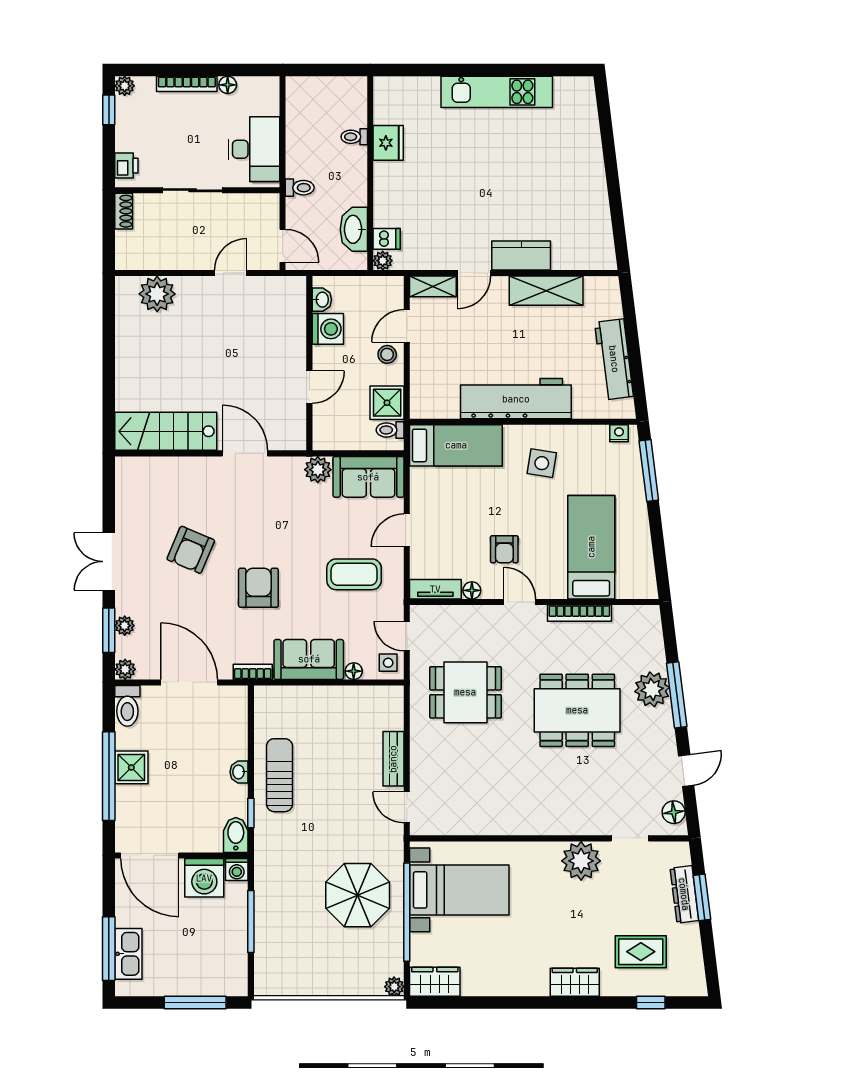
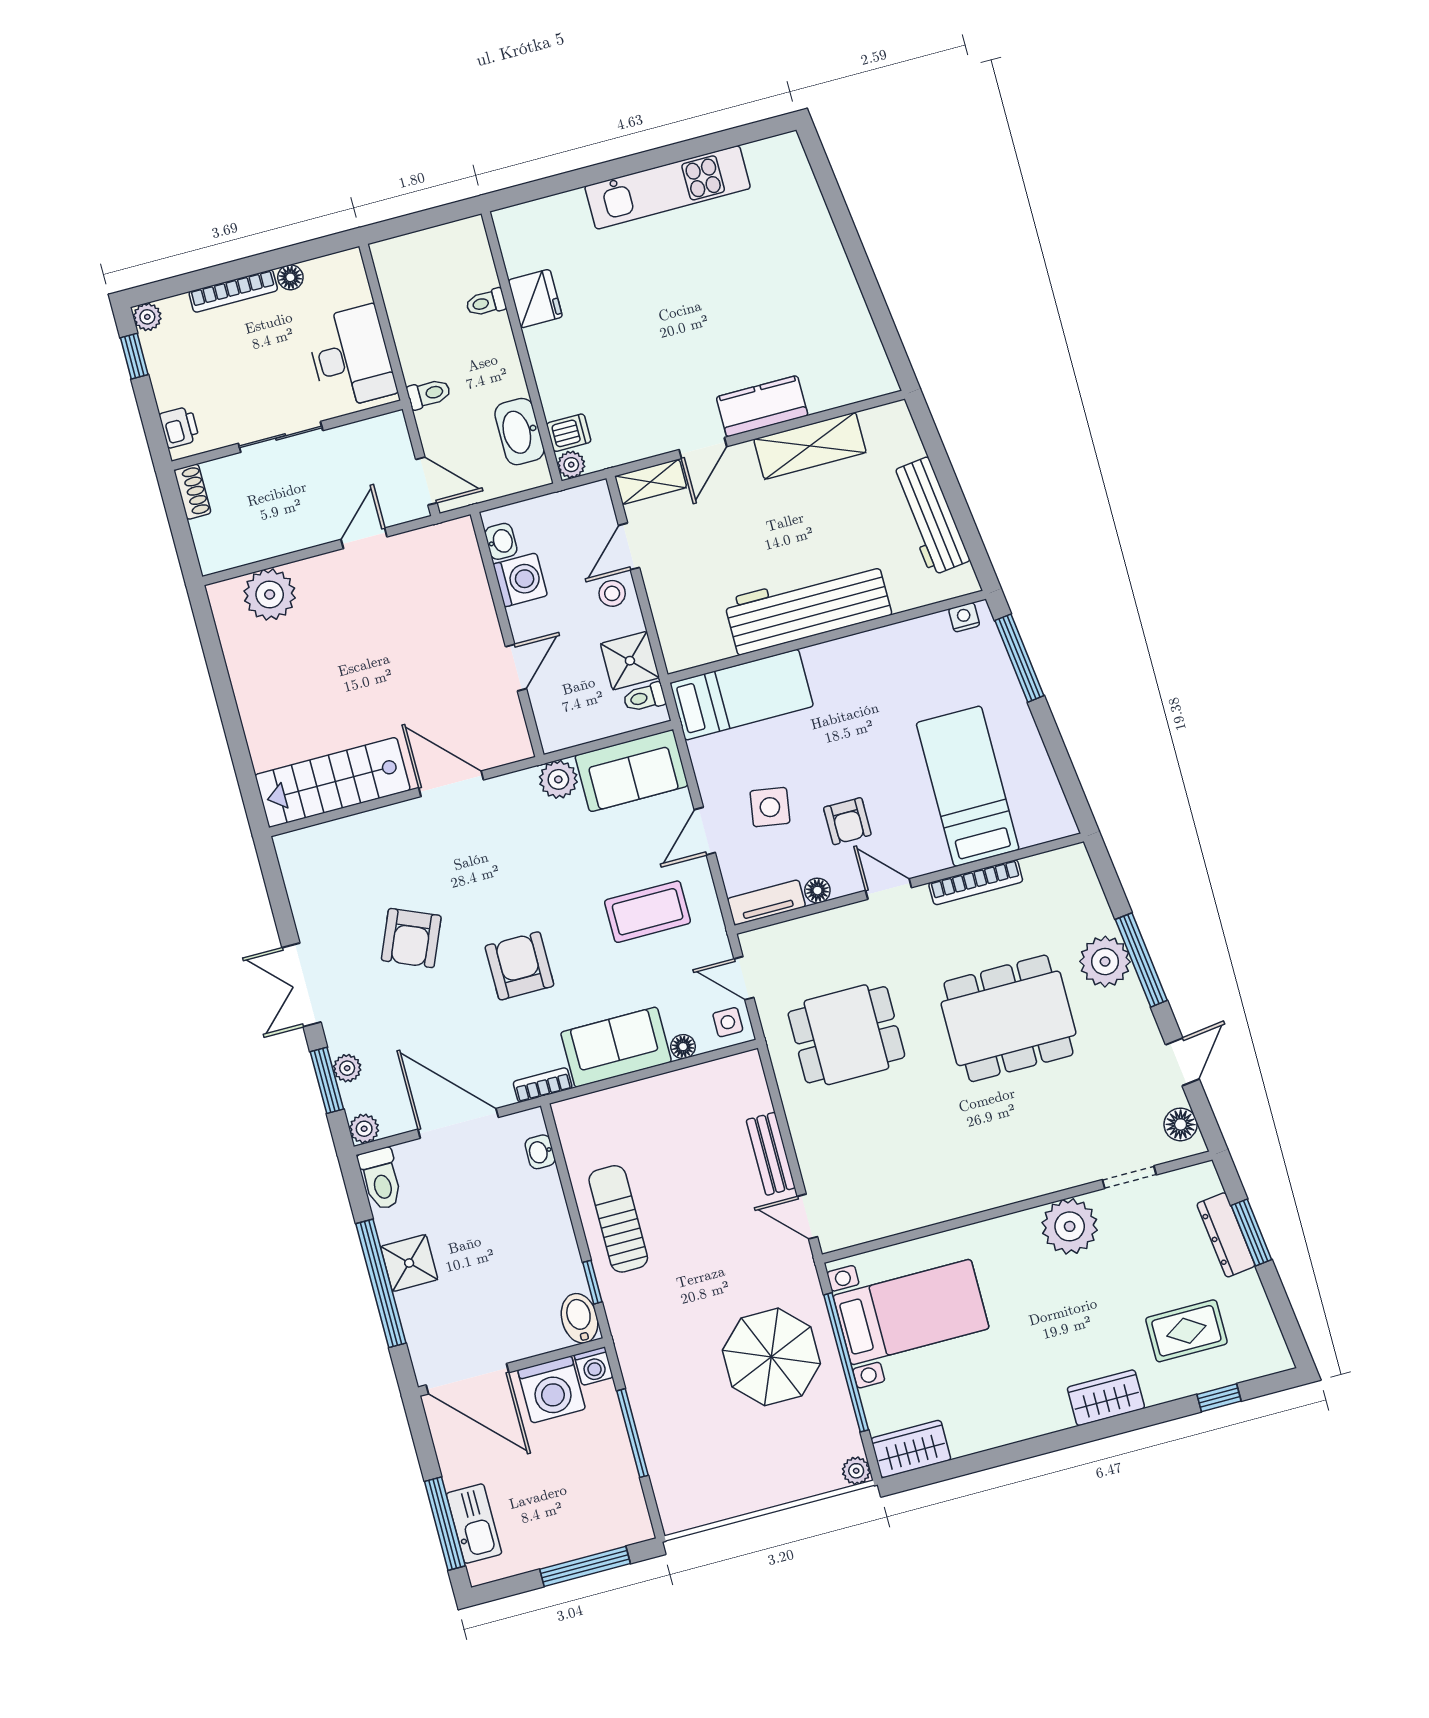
side table: (542, 463) -> (770, 807), moved
washbasin: (239, 772) -> (540, 1152), moved

